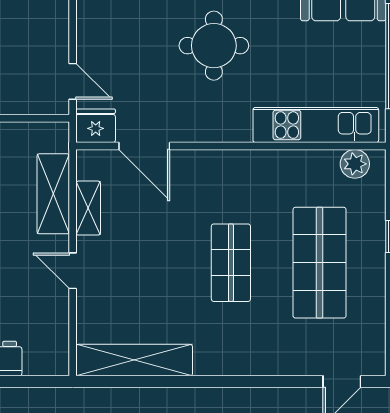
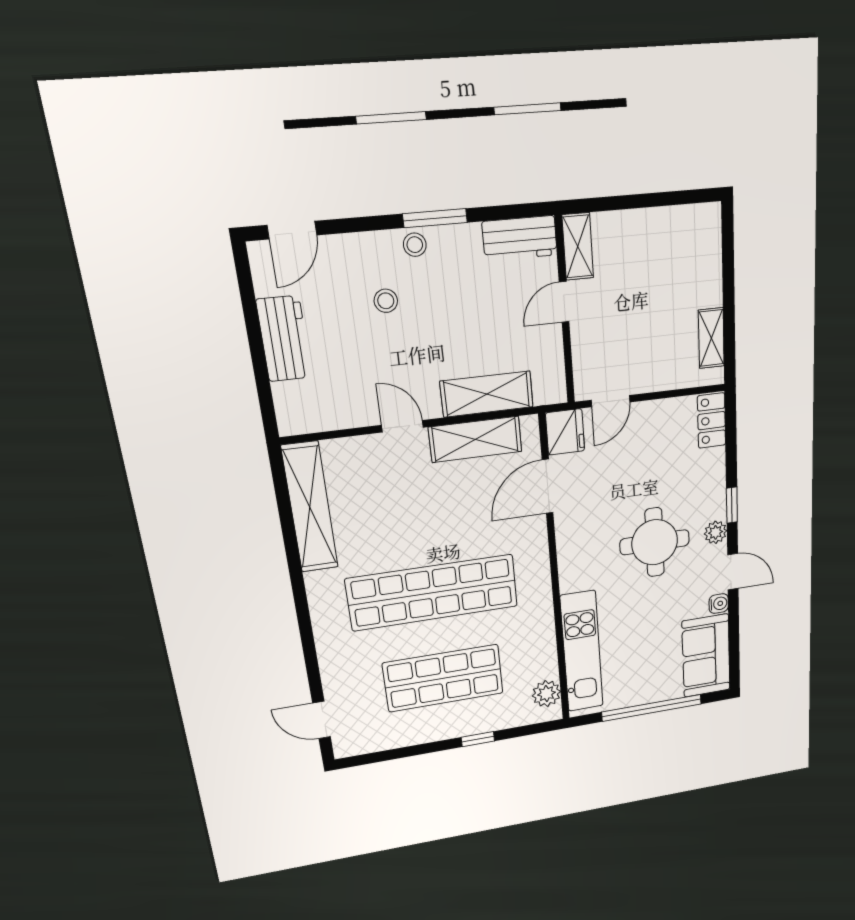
shelving: (88, 208) -> (475, 439), width x1.50, depth x1.33
shop shelf: (231, 263) -> (433, 593), width x2.00, depth x1.36
door: (73, 271) -> (402, 426), hinge flipped

